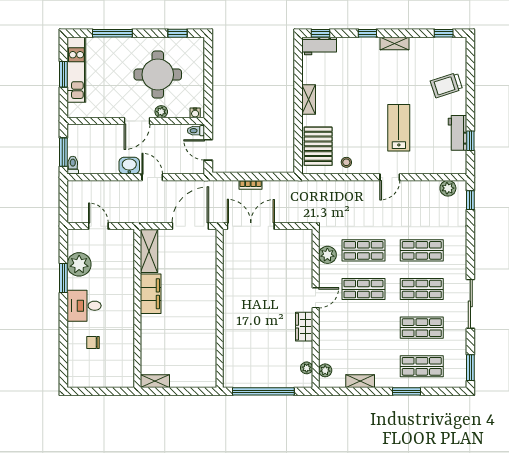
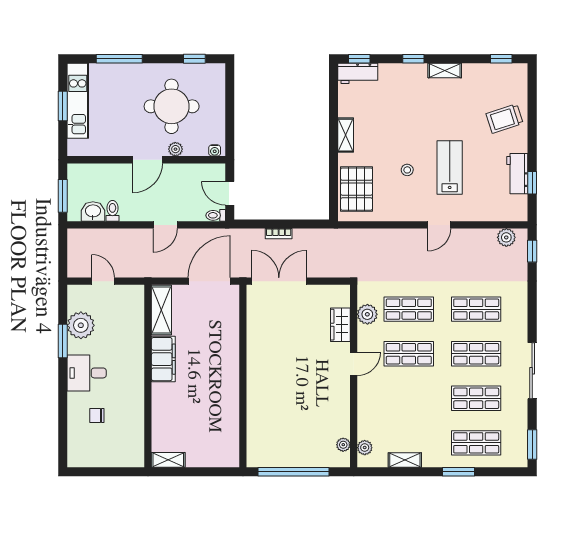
toilet: (196, 131) -> (216, 215), moved
stool: (346, 162) -> (407, 170), moved
toilet: (73, 165) -> (112, 211), moved
washbasin: (129, 166) -> (93, 211), moved
door: (152, 177) -> (165, 225), swing flipped
wardrobe: (304, 327) -> (340, 325), moved

